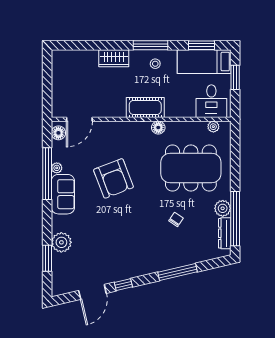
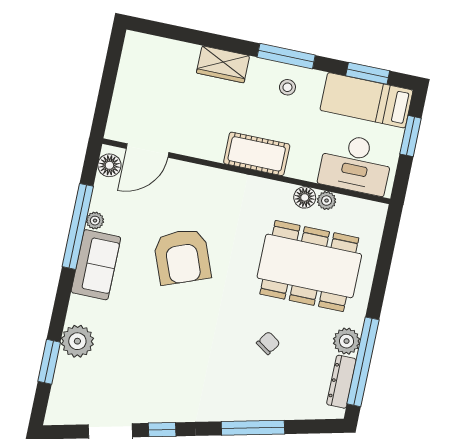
desk: (211, 101) -> (356, 164), width x1.37
plant: (213, 127) -> (327, 201), moved
floor lamp: (158, 128) -> (305, 197), moved

